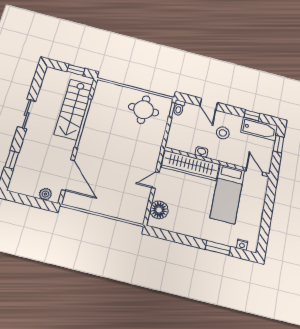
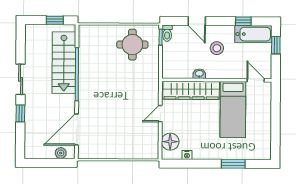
window: (12, 160) -> (20, 113), moved
door: (68, 175) -> (77, 130), swing flipped
nightstand: (242, 245) -> (187, 155), moved

